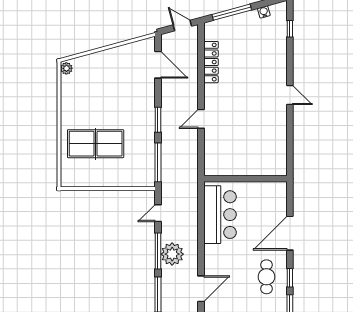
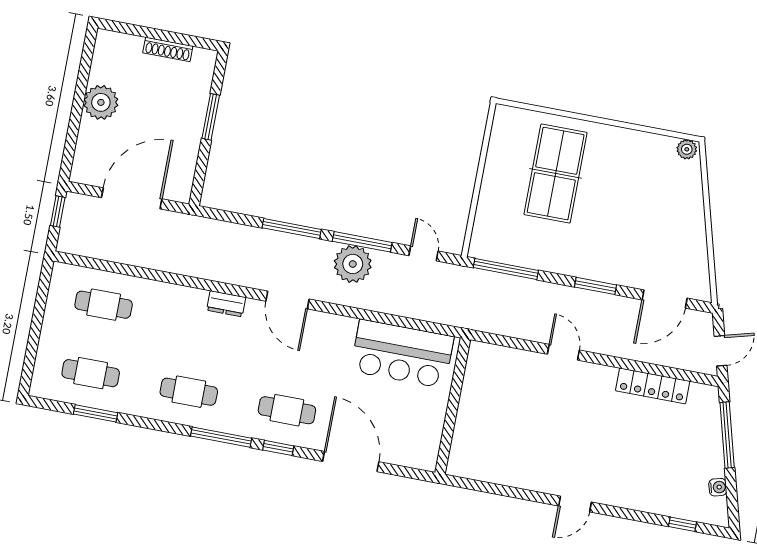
window: (158, 120) -> (596, 286), moved

